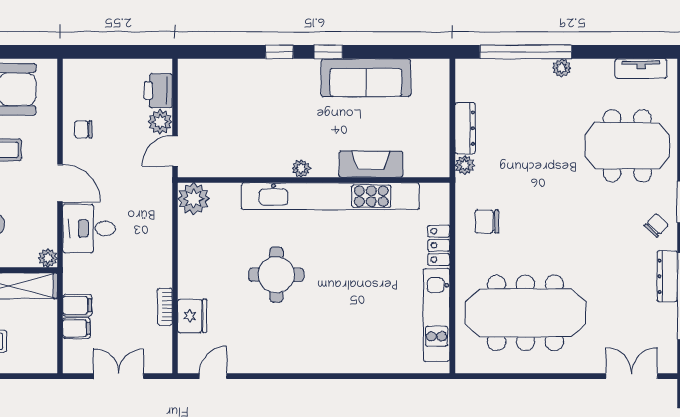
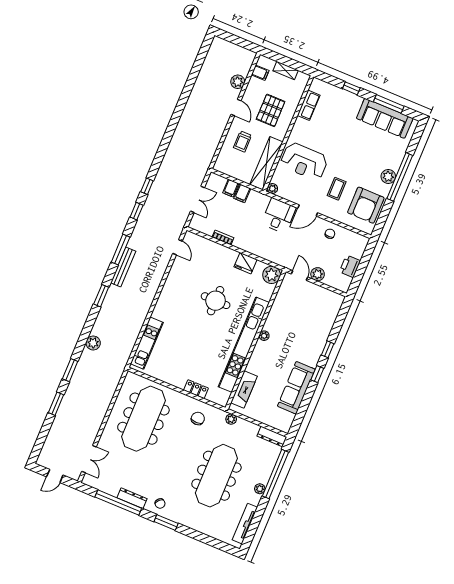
tv unit: (641, 69) -> (245, 524), width x1.41
printer: (158, 91) -> (350, 266), moved, turned -90
dresser: (465, 128) -> (272, 436), moved
meeting table: (627, 146) -> (216, 476), moved, width x1.36
fireplace: (371, 164) -> (244, 389), moved
kitchen unit: (436, 315) -> (147, 343), moved, turned 90
fridge: (192, 316) -> (245, 263), moved

